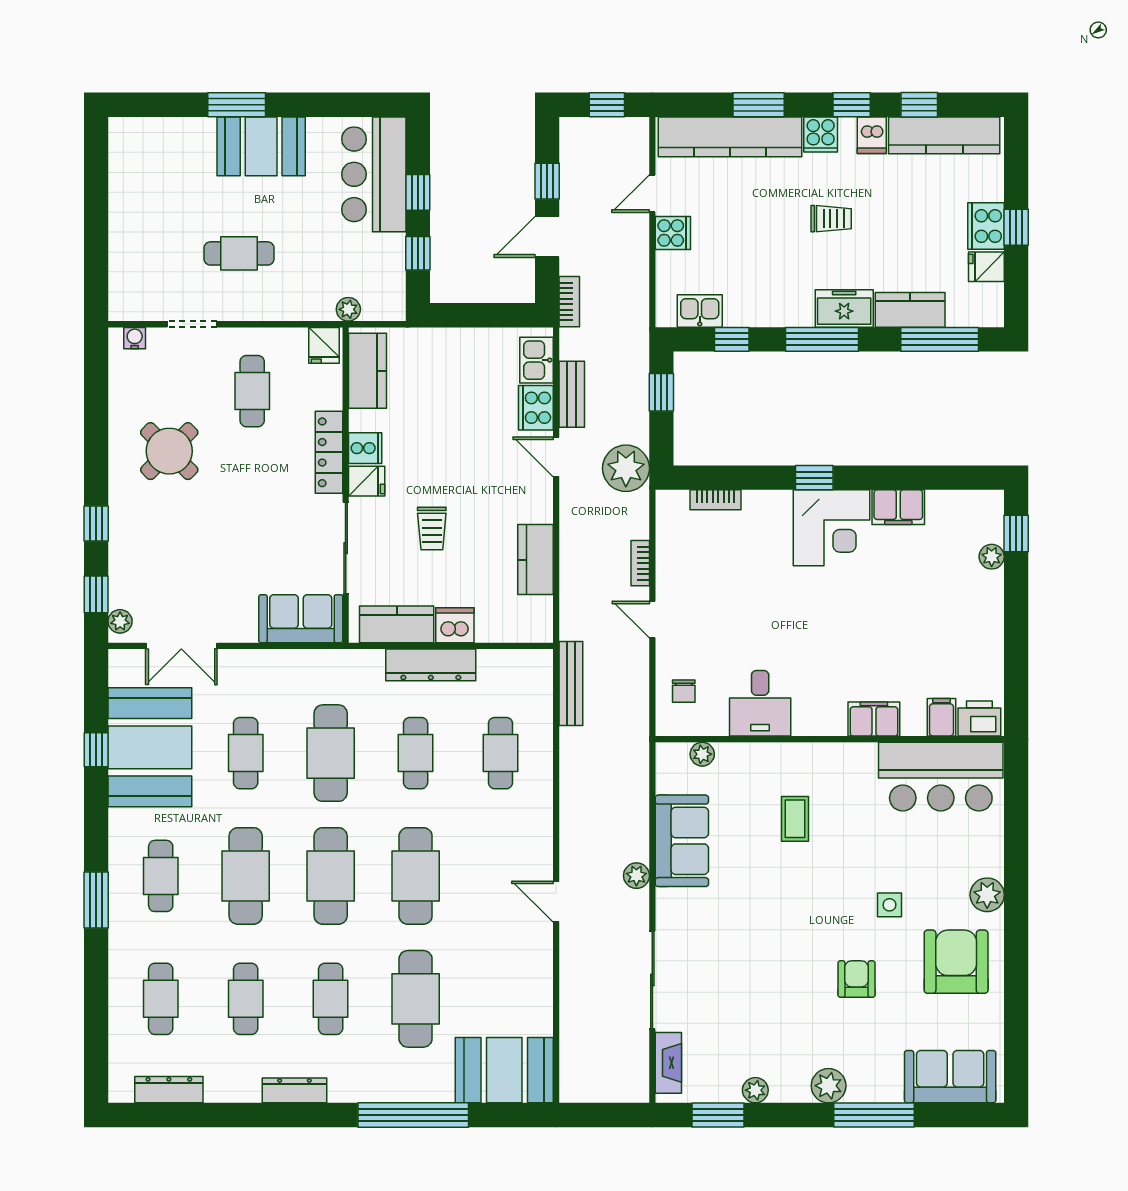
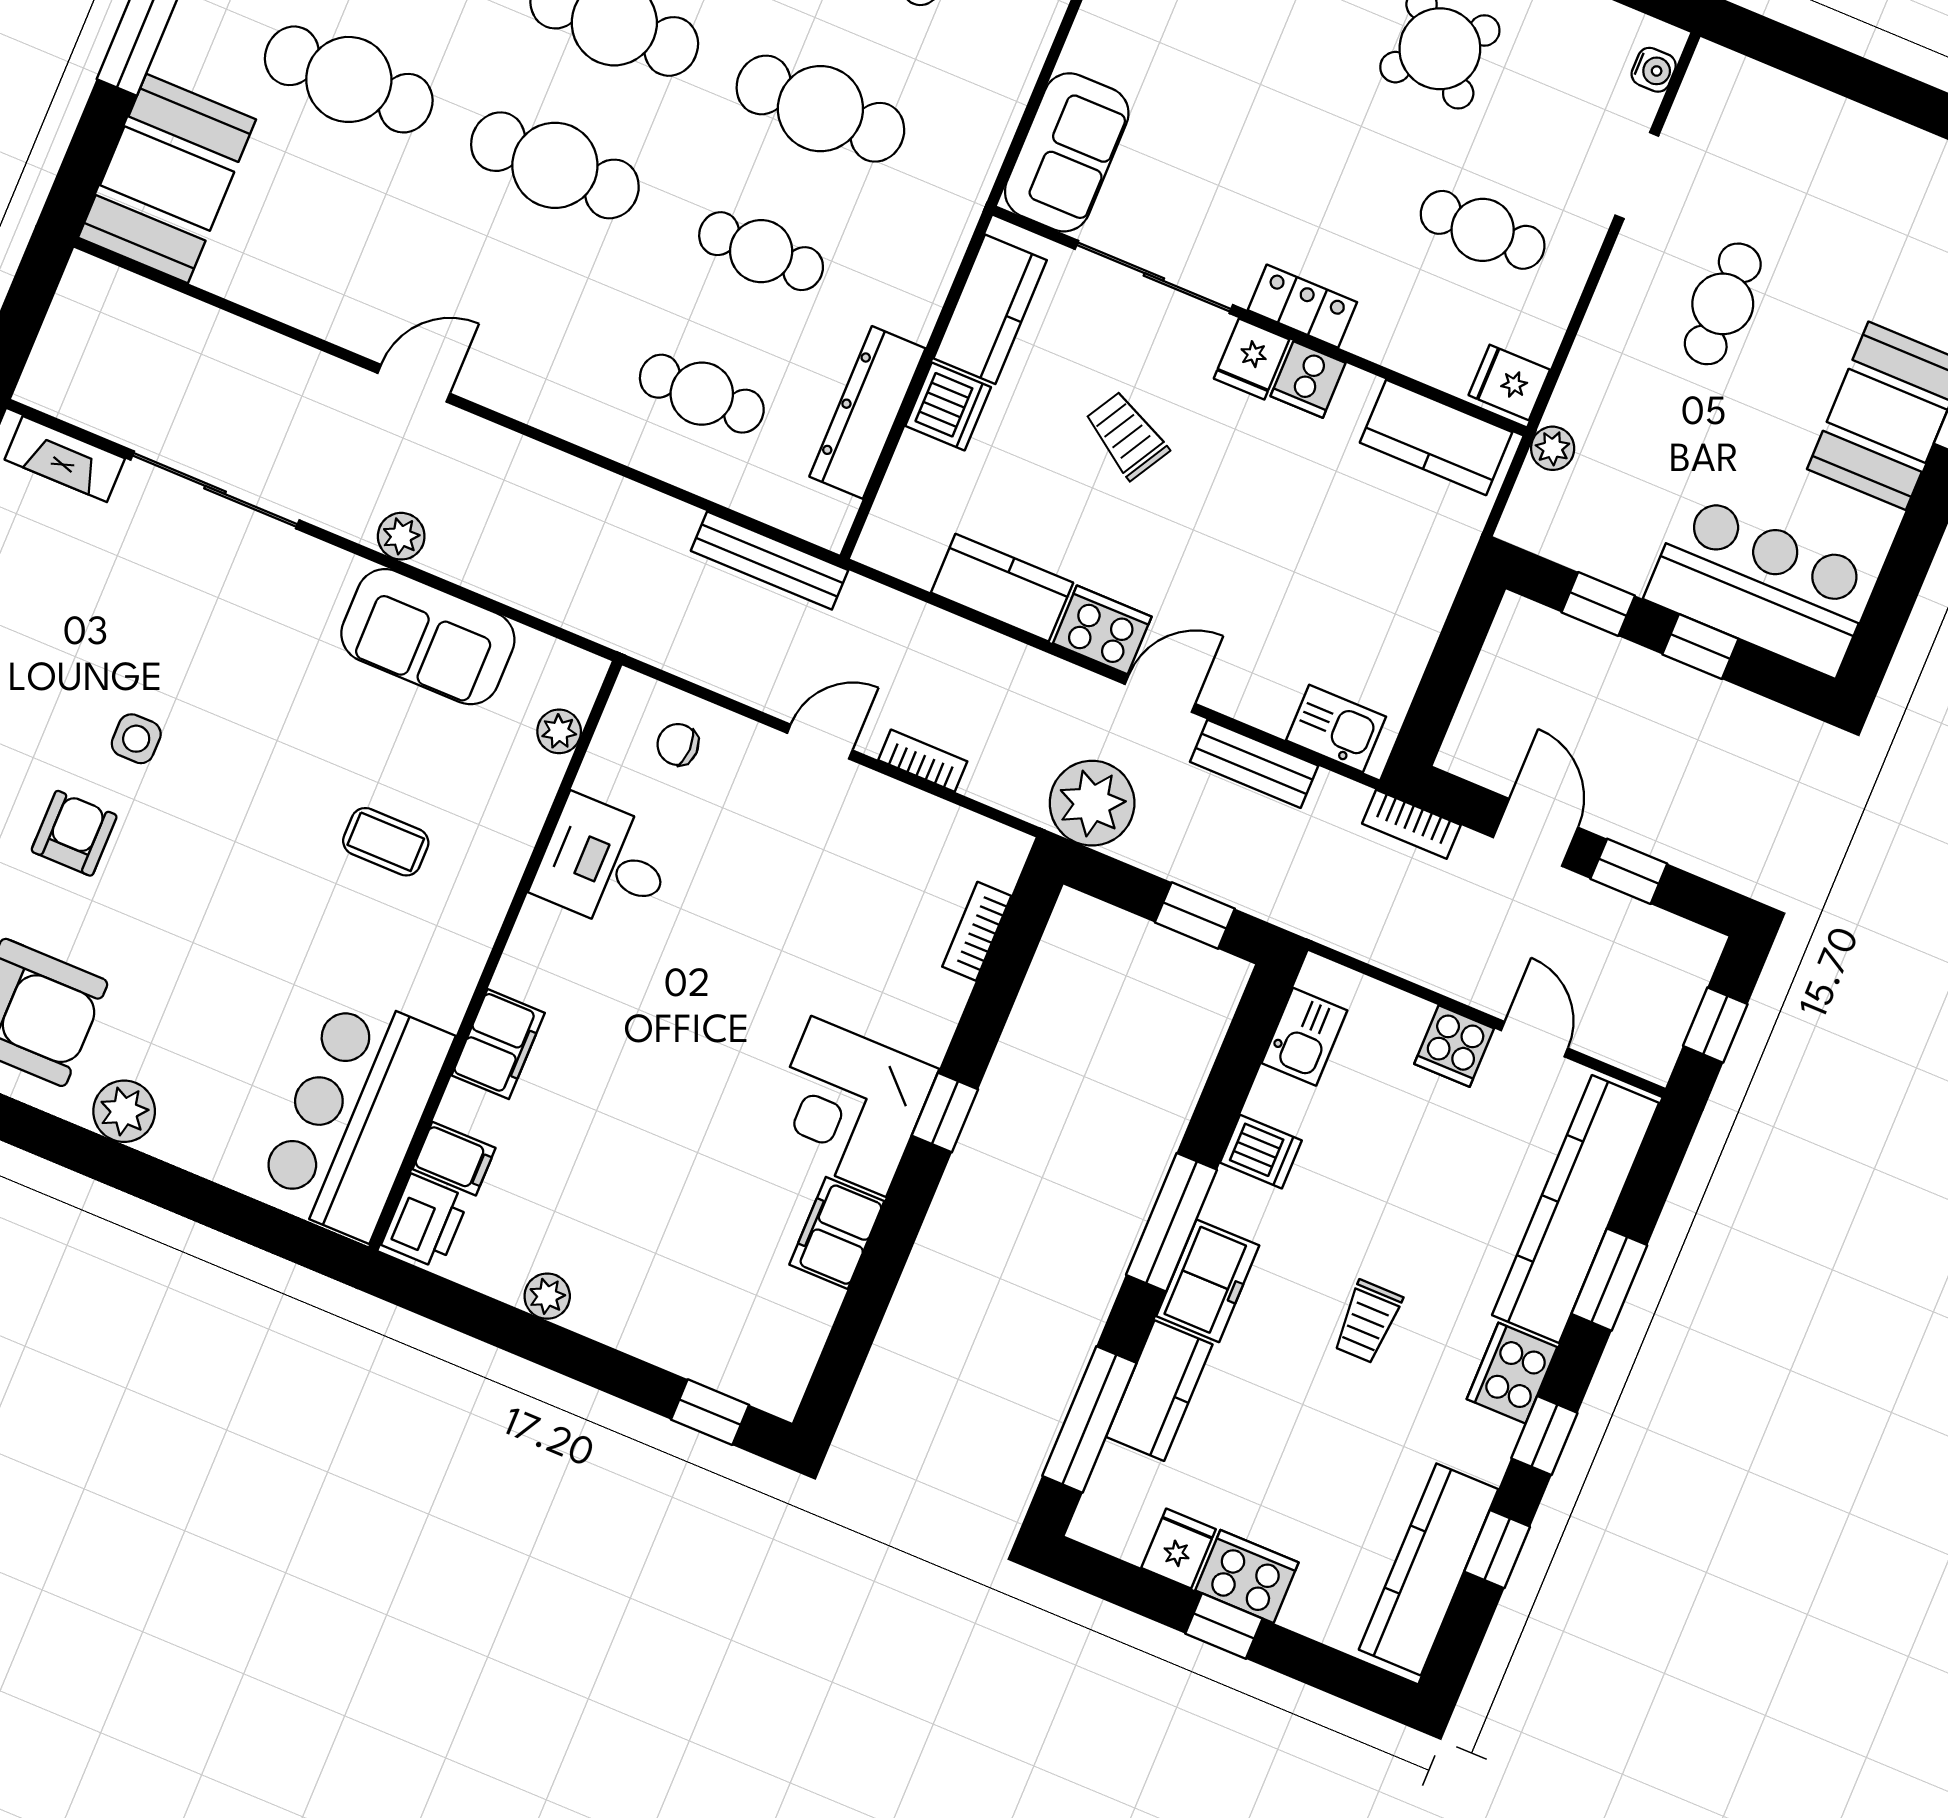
cooker: (821, 134) -> (1512, 1373), width x1.36
dishwasher: (872, 135) -> (1261, 1152), moved, turned 180
window: (732, 339) -> (1235, 1071), removed
cooker: (536, 408) -> (1102, 630), moved
locker: (329, 452) -> (1302, 306), width x0.66
trolley: (432, 528) -> (1127, 435), turned 30
plant: (992, 557) -> (547, 1296), moved
dresser: (431, 665) -> (867, 412), moved
side table: (890, 905) -> (136, 739), moved
armchair: (857, 979) -> (74, 833), turned -90

